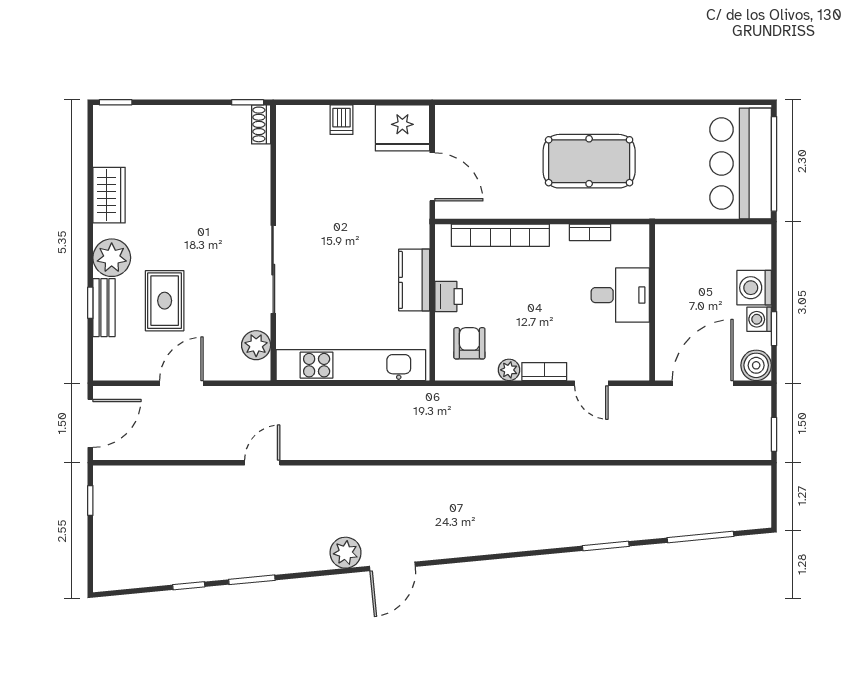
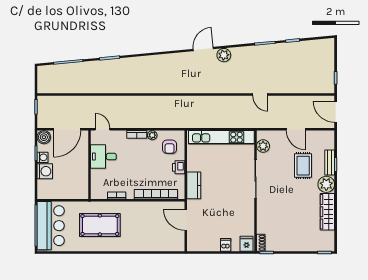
fridge: (402, 128) -> (247, 244), moved, width x0.53, depth x0.75
pool table: (589, 161) -> (100, 225), moved
wardrobe: (109, 195) -> (327, 212), width x1.50
kitchen counter: (414, 280) -> (194, 185), moved
desk: (620, 295) -> (103, 157), moved
door: (181, 383) -> (296, 129), hinge flipped
door: (591, 383) -> (103, 129), moved
door: (90, 423) -> (336, 112), hinge flipped
door: (262, 463) -> (260, 94), hinge flipped

